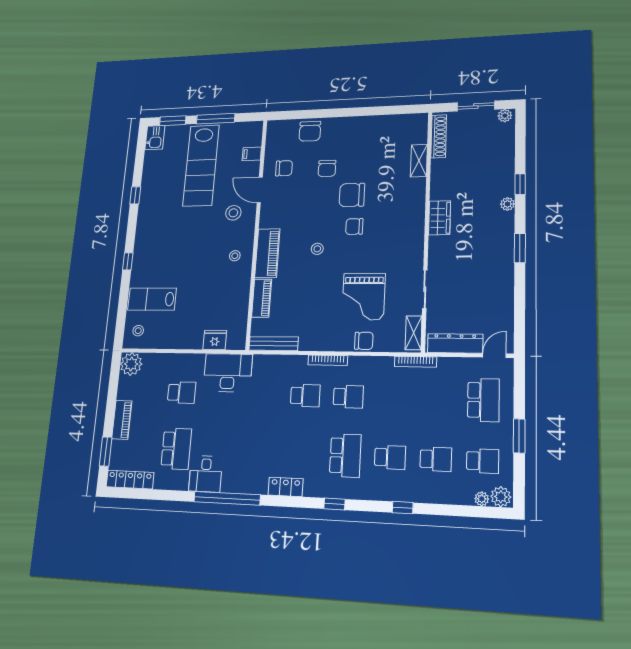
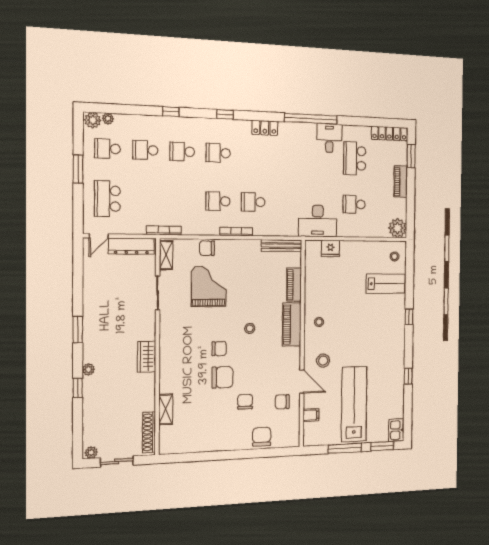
school desk: (345, 456) -> (218, 153), width x0.54

